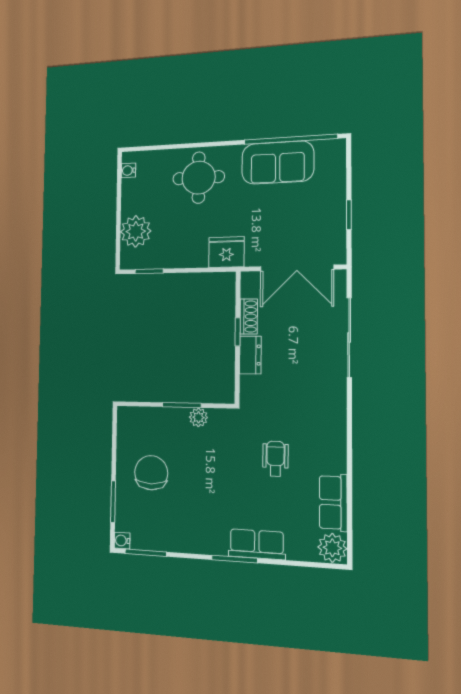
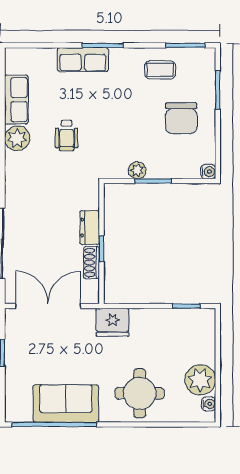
plant: (136, 231) -> (200, 380), moved
coffee table: (173, 527) -> (160, 70), added
water cooler: (122, 541) -> (208, 172), moved
plant: (332, 548) -> (17, 138), moved

